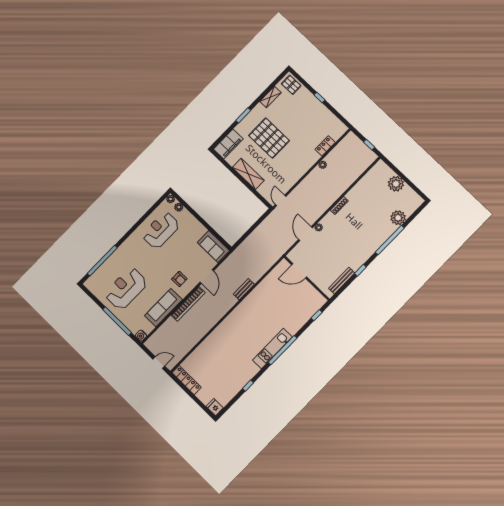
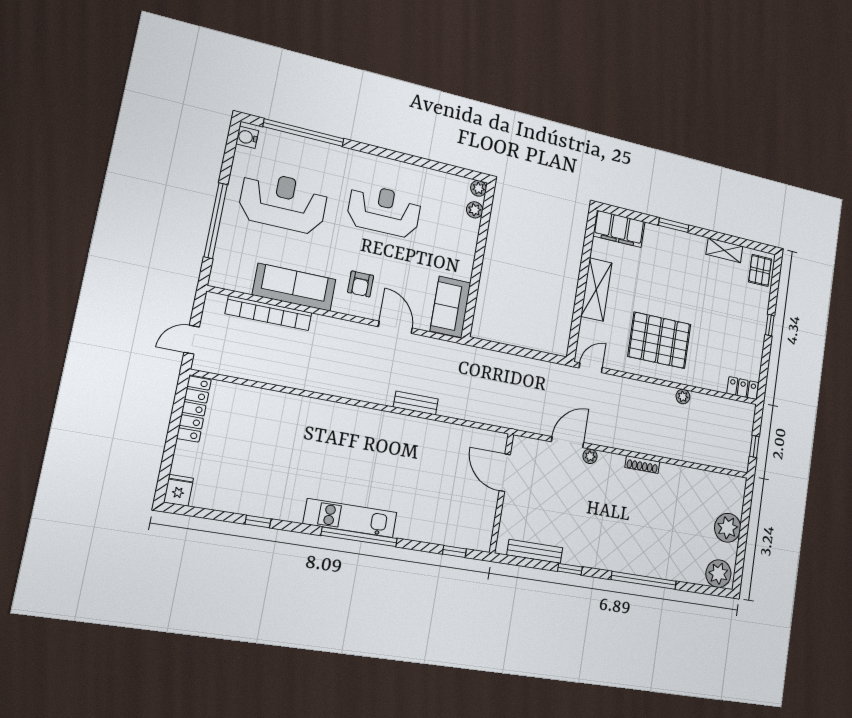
pallet: (269, 138) -> (659, 340), moved, turned 90
locker: (325, 146) -> (743, 388), moved
plant: (398, 218) -> (718, 574), moved
reception desk: (161, 230) -> (384, 211), moved
door: (207, 276) -> (395, 327), swing flipped
bookcase: (188, 304) -> (269, 313), moved
water cooler: (141, 336) -> (247, 137), moved
door: (159, 363) -> (192, 340), swing flipped

